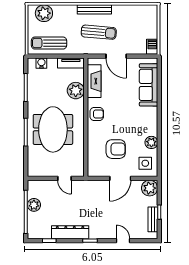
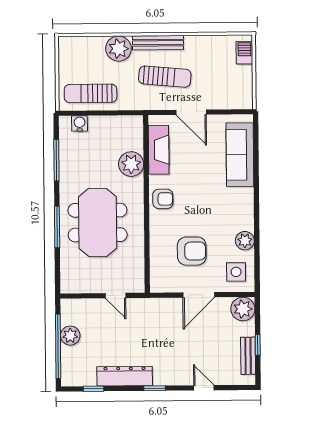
plant: (44, 13) -> (119, 49), moved
barbecue: (152, 47) -> (244, 53), moved
tv unit: (71, 63) -> (123, 123), removed

